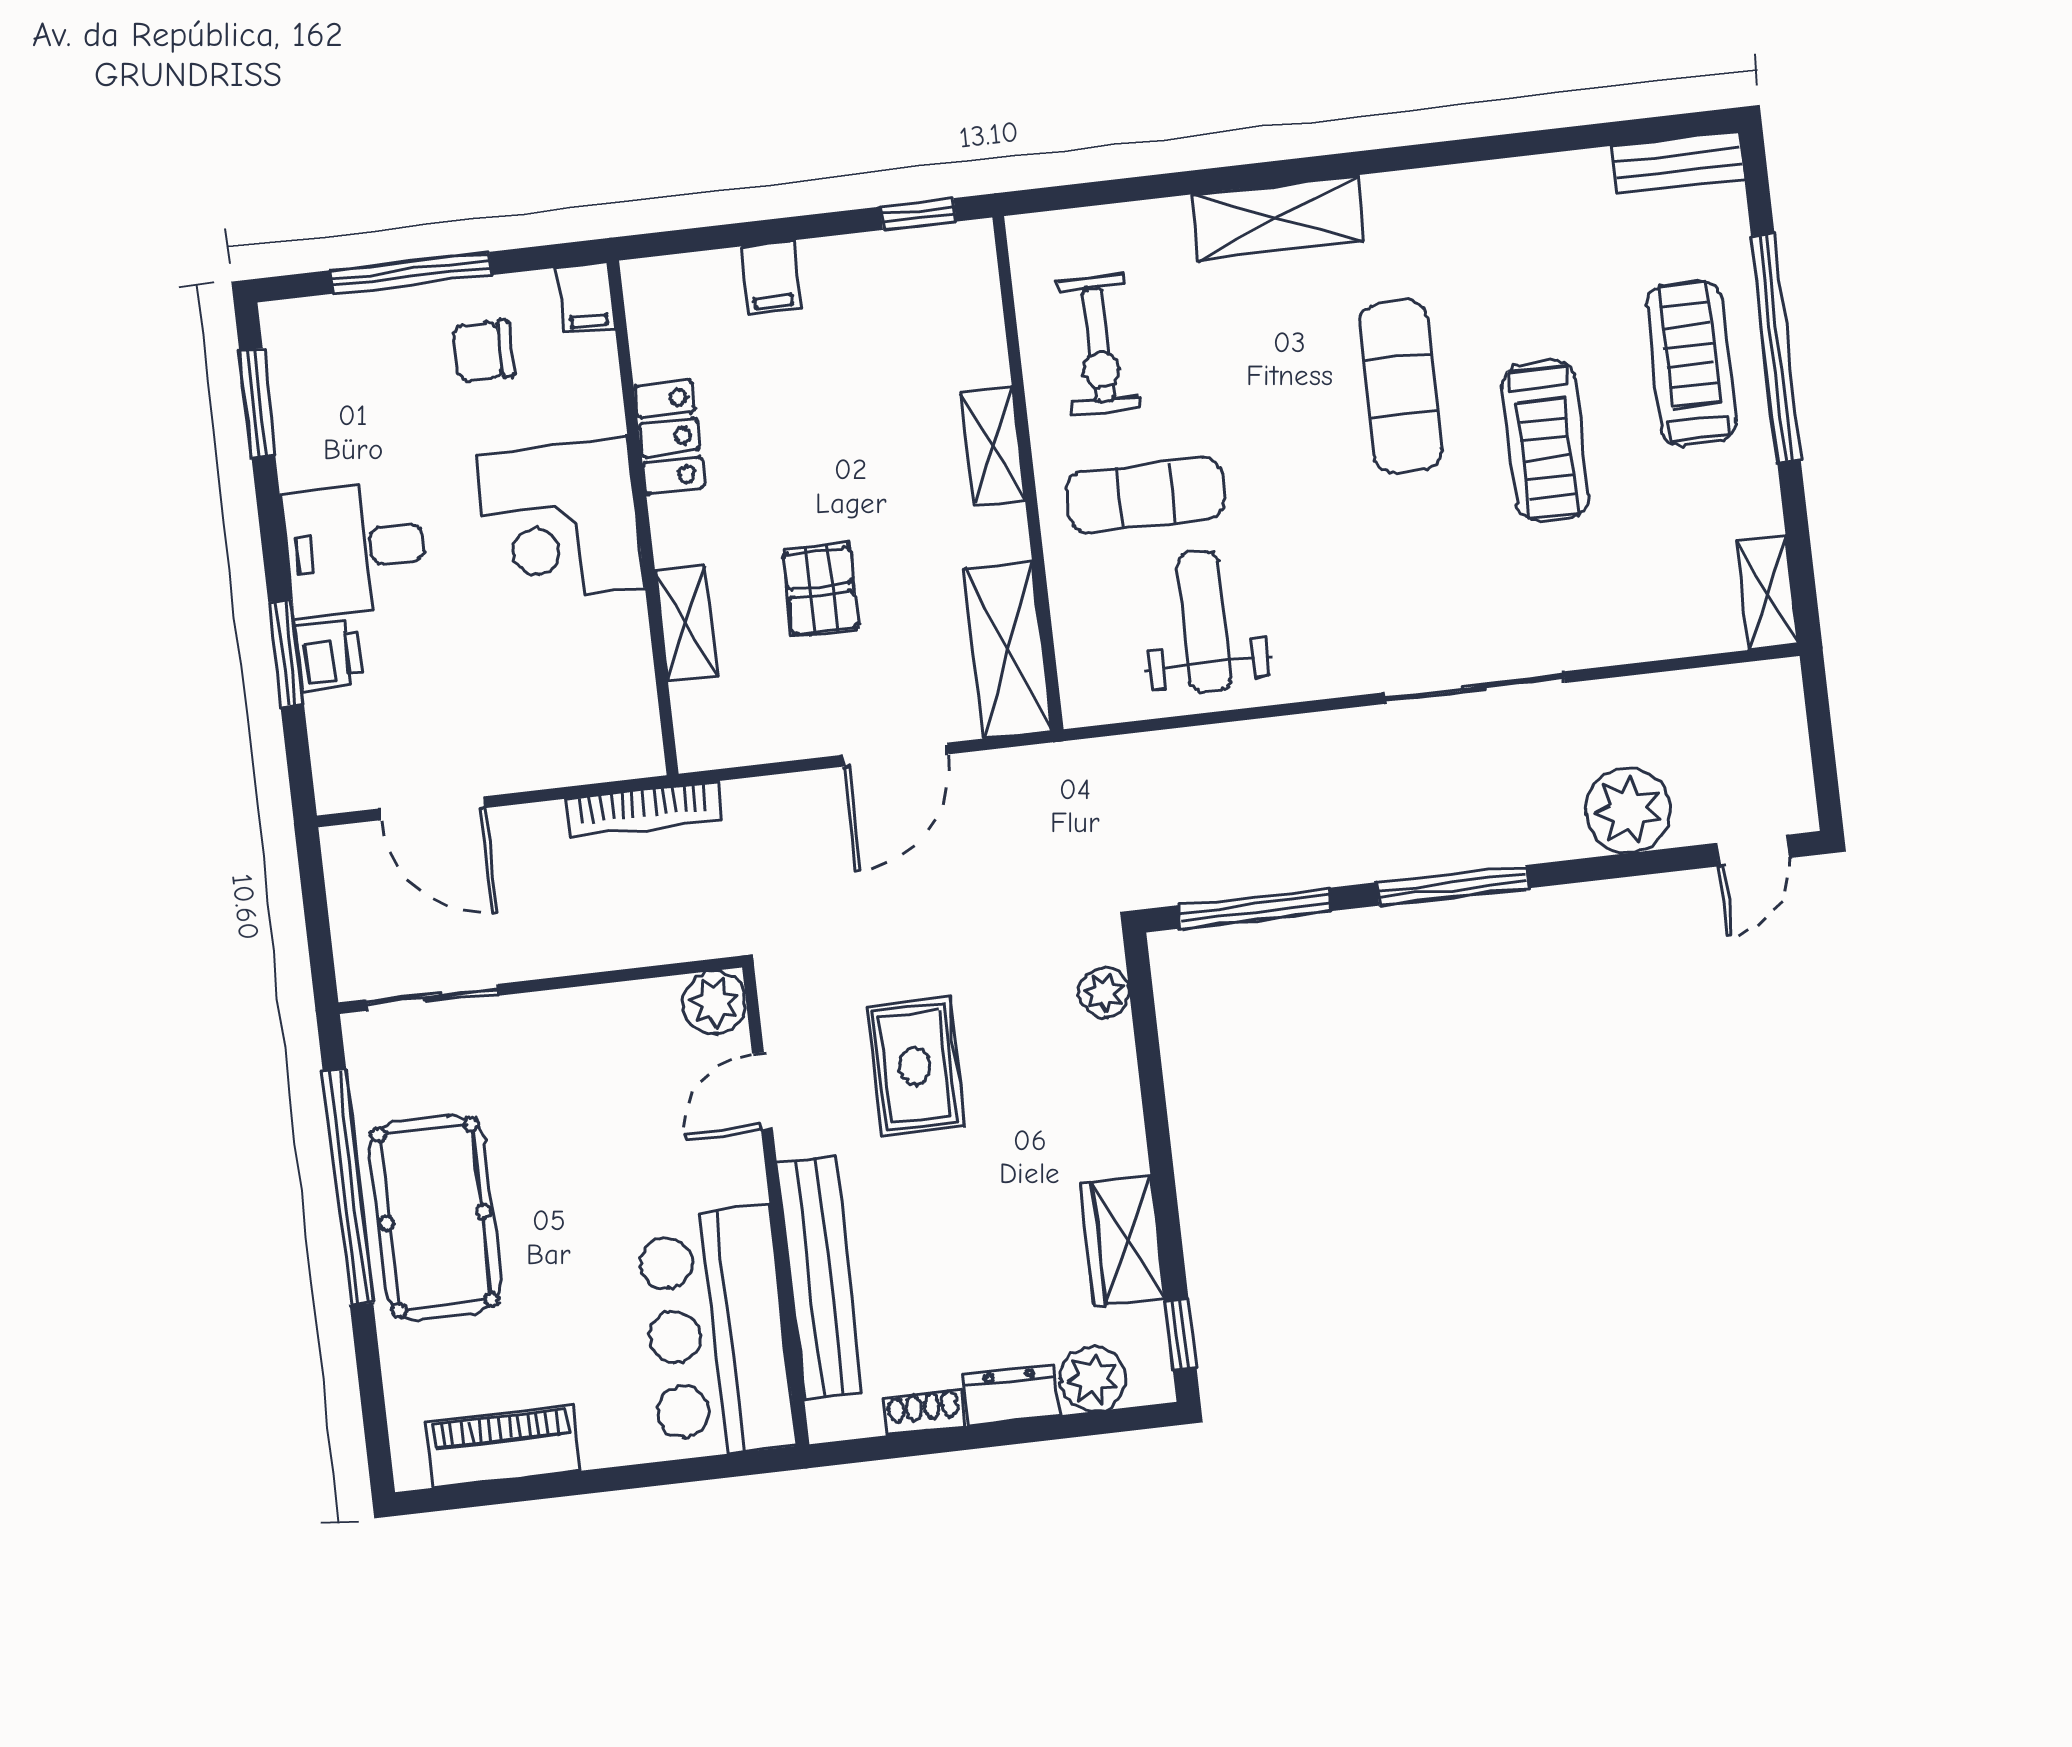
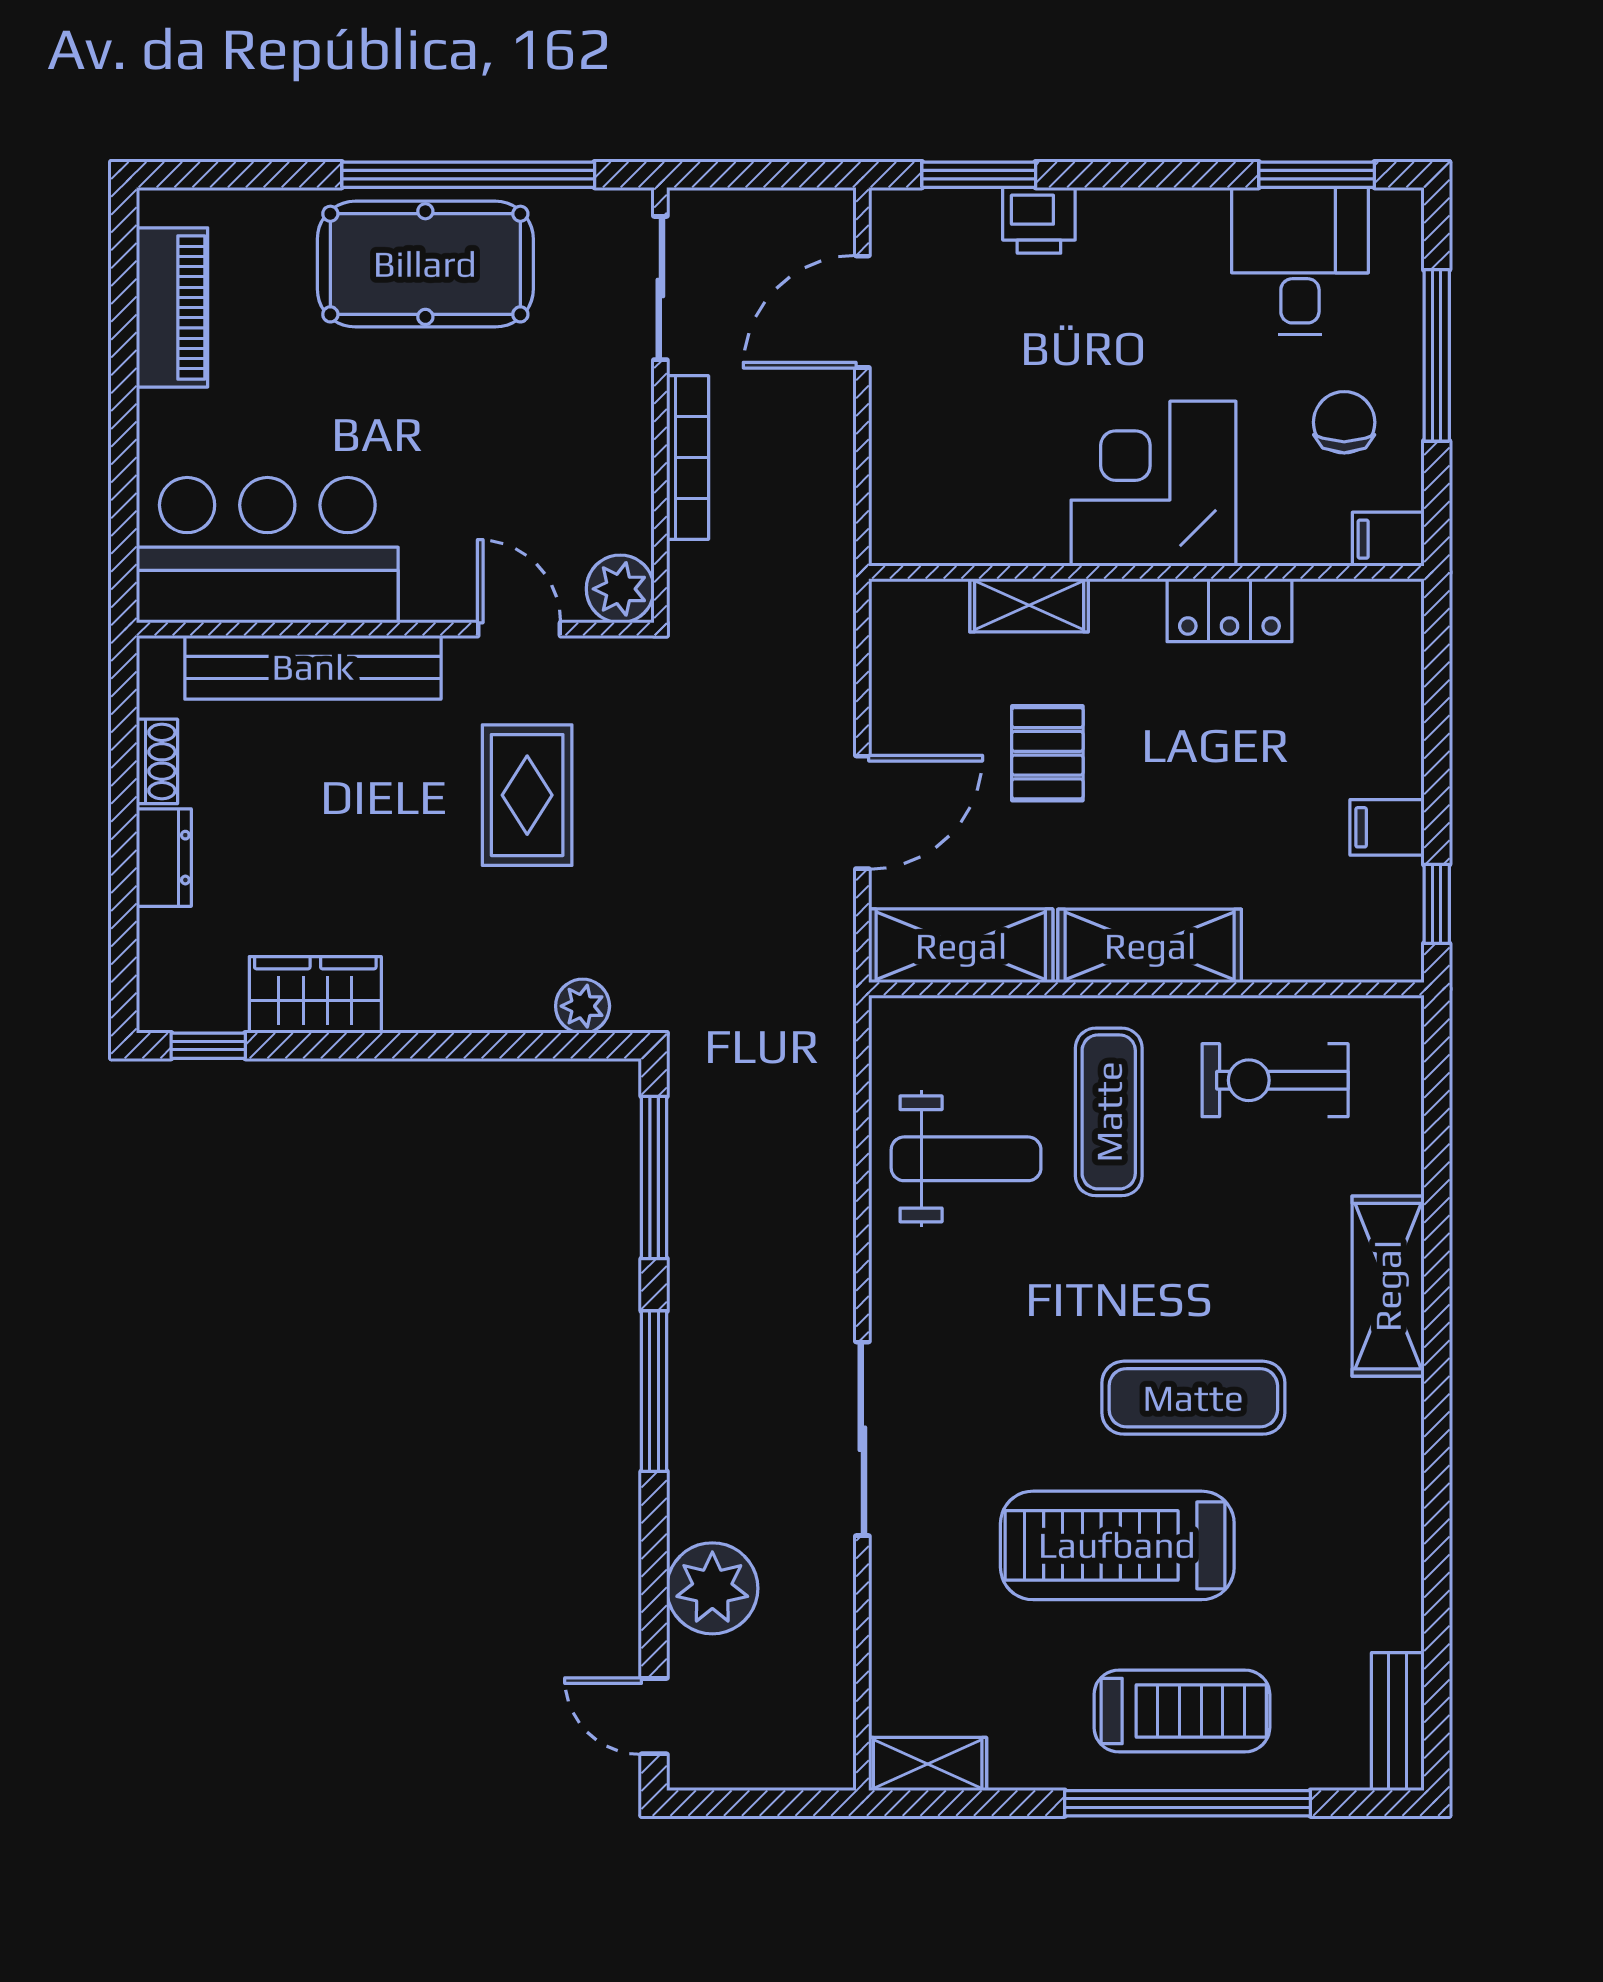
filing cabinet: (771, 278) -> (1387, 827), moved
treadmill: (1545, 441) -> (1117, 1545), width x1.37, depth x1.38
shelving: (993, 446) -> (1150, 946), width x1.50, depth x1.33
desk: (355, 549) -> (1300, 261), moved
pallet: (821, 590) -> (1047, 753), turned 90
window: (286, 653) -> (979, 175), moved
door: (895, 755) -> (862, 812), swing flipped
bookcase: (644, 809) -> (688, 458), moved, turned 180
rug: (915, 1066) -> (527, 795), turned 90
plant: (1093, 1379) -> (172, 946), removed

